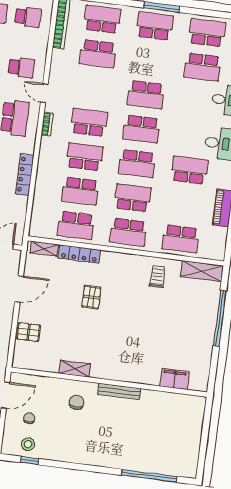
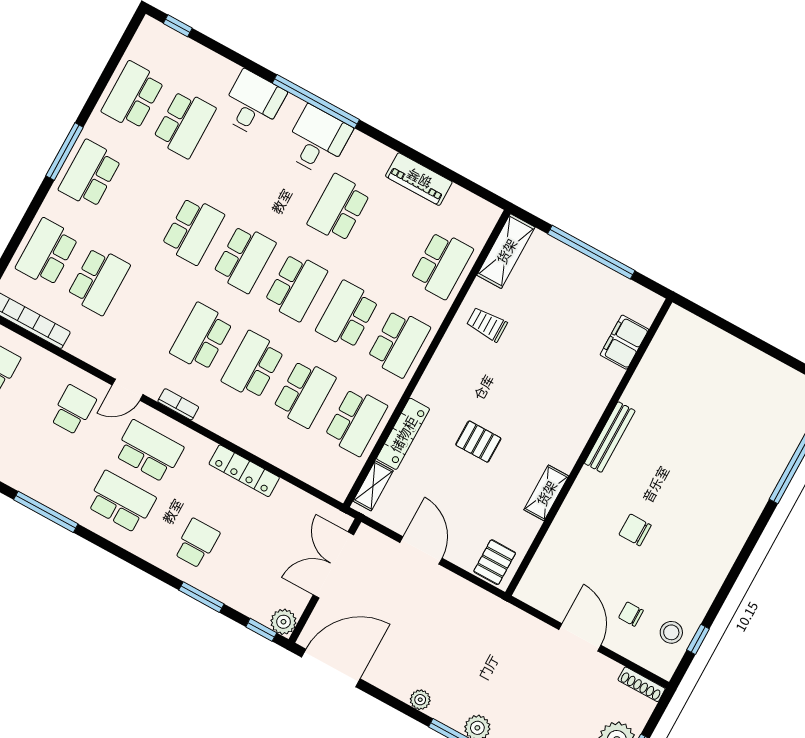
shelving: (75, 369) -> (546, 493), moved
filing cabinet: (174, 379) -> (624, 342), moved
wall: (109, 382) -> (589, 447), moved
bench: (119, 391) -> (610, 437), moved

